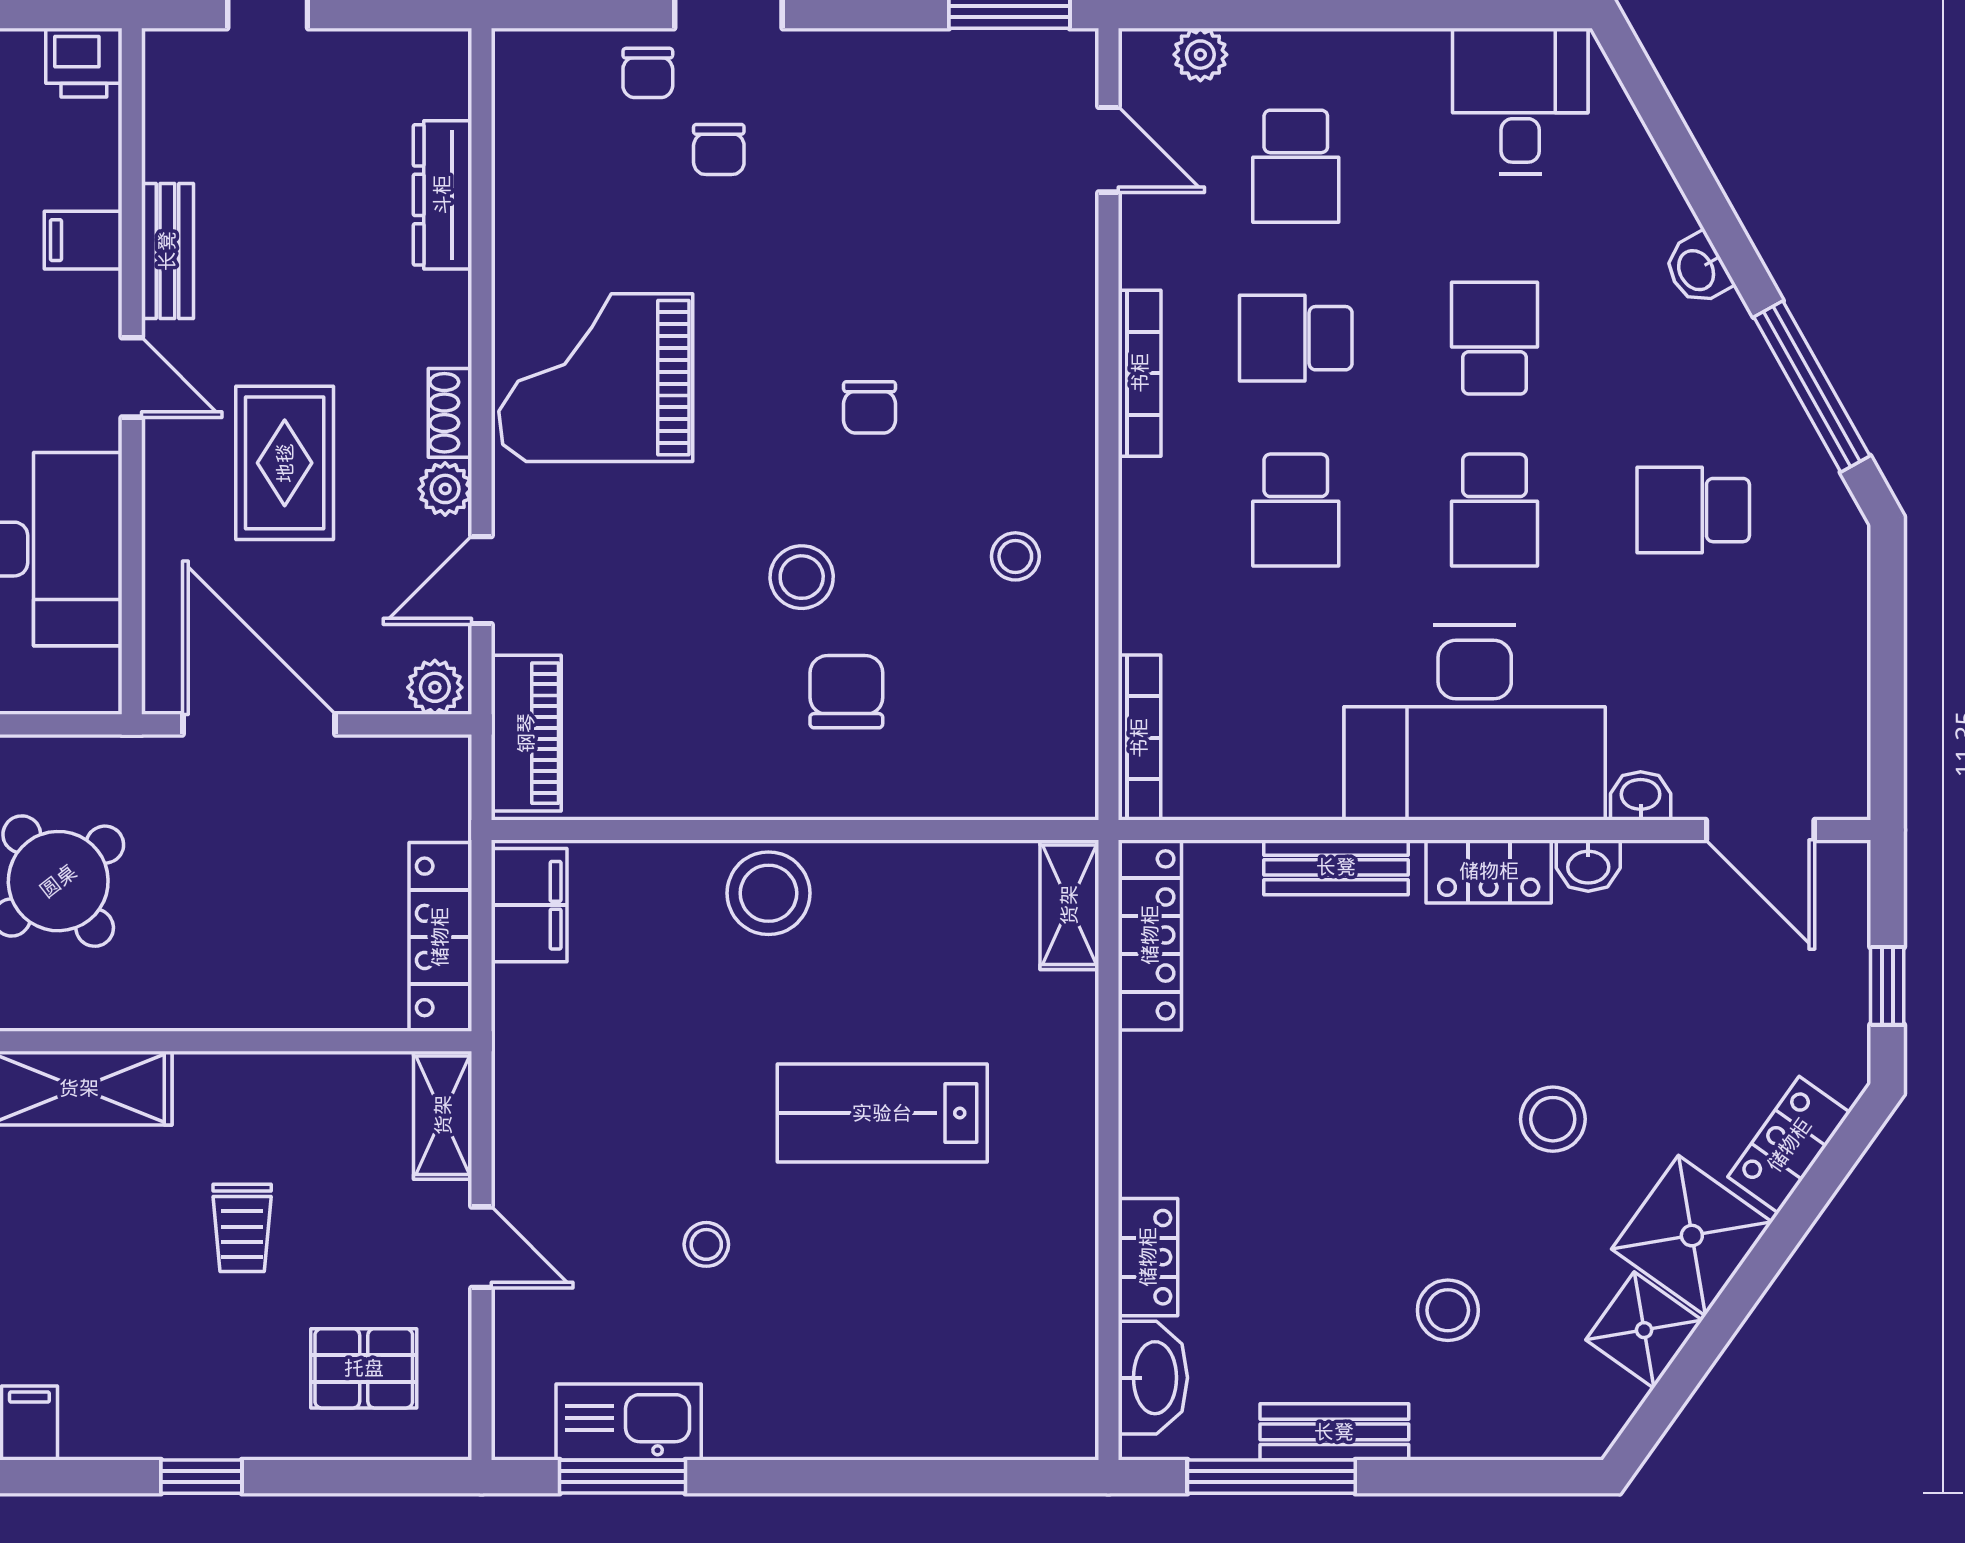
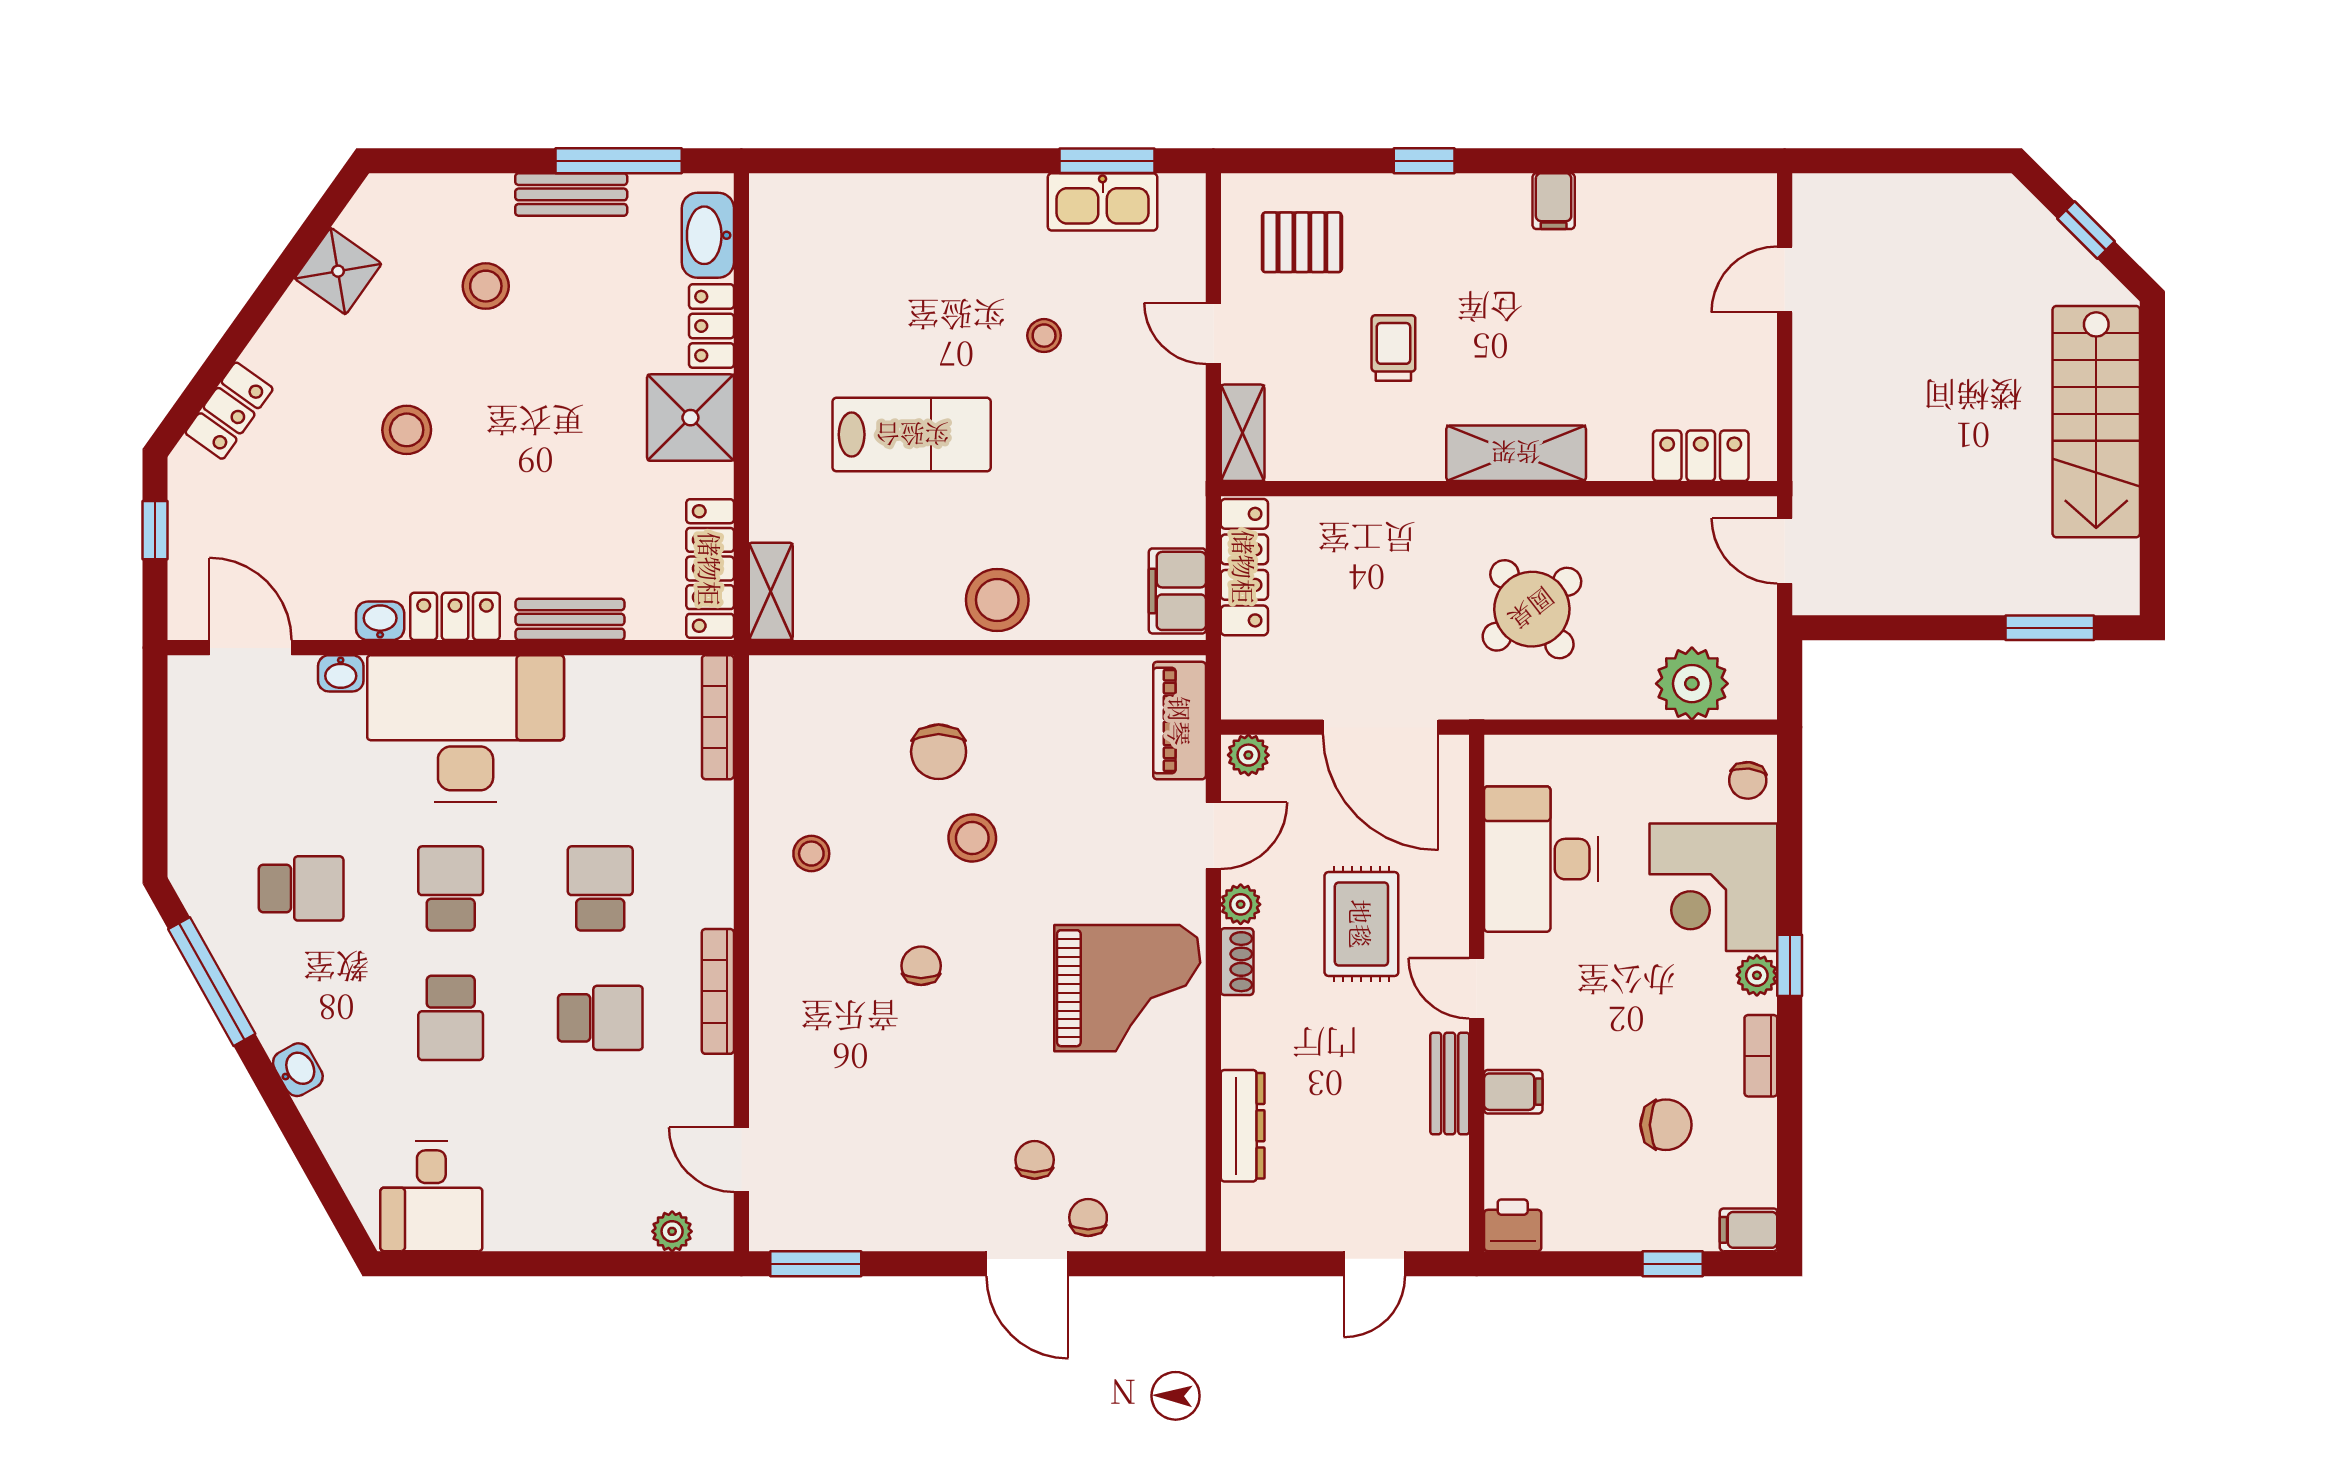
school desk: (1296, 166) -> (600, 1147), removed
shower: (1692, 1236) -> (690, 418), moved, turned -35

